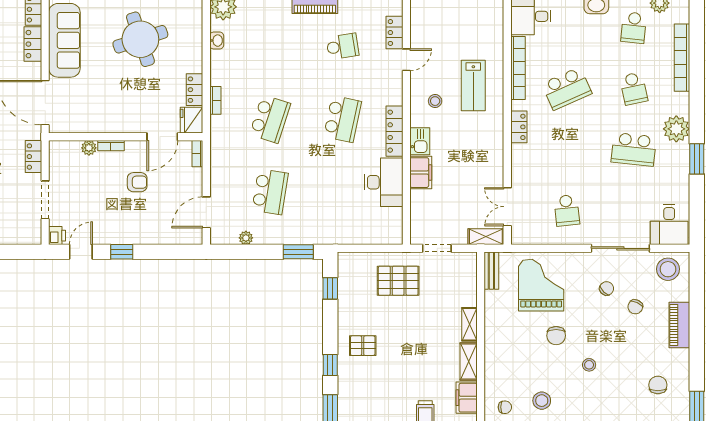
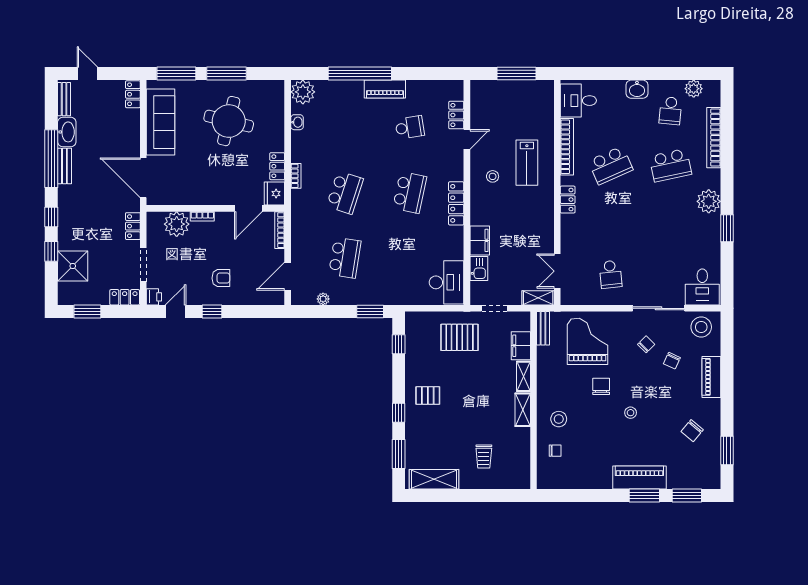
round table: (140, 39) -> (229, 121), turned 32
locker: (33, 44) -> (125, 297), moved, turned 90
school desk: (634, 89) -> (670, 165), width x1.85
kitchen sink: (420, 141) -> (479, 268), moved
plant: (89, 148) -> (177, 224), width x1.87, depth x1.87
school desk: (634, 149) -> (670, 220), removed
bookcase: (197, 154) -> (280, 230), width x1.56
armchair: (137, 182) -> (221, 278), moved
desk: (384, 182) -> (447, 282), moved
chair: (556, 336) -> (601, 386), turned 180
chair: (658, 385) -> (692, 431), turned -140
filing cabinet: (467, 398) -> (521, 346), moved
stool: (542, 401) -> (559, 419), moved

